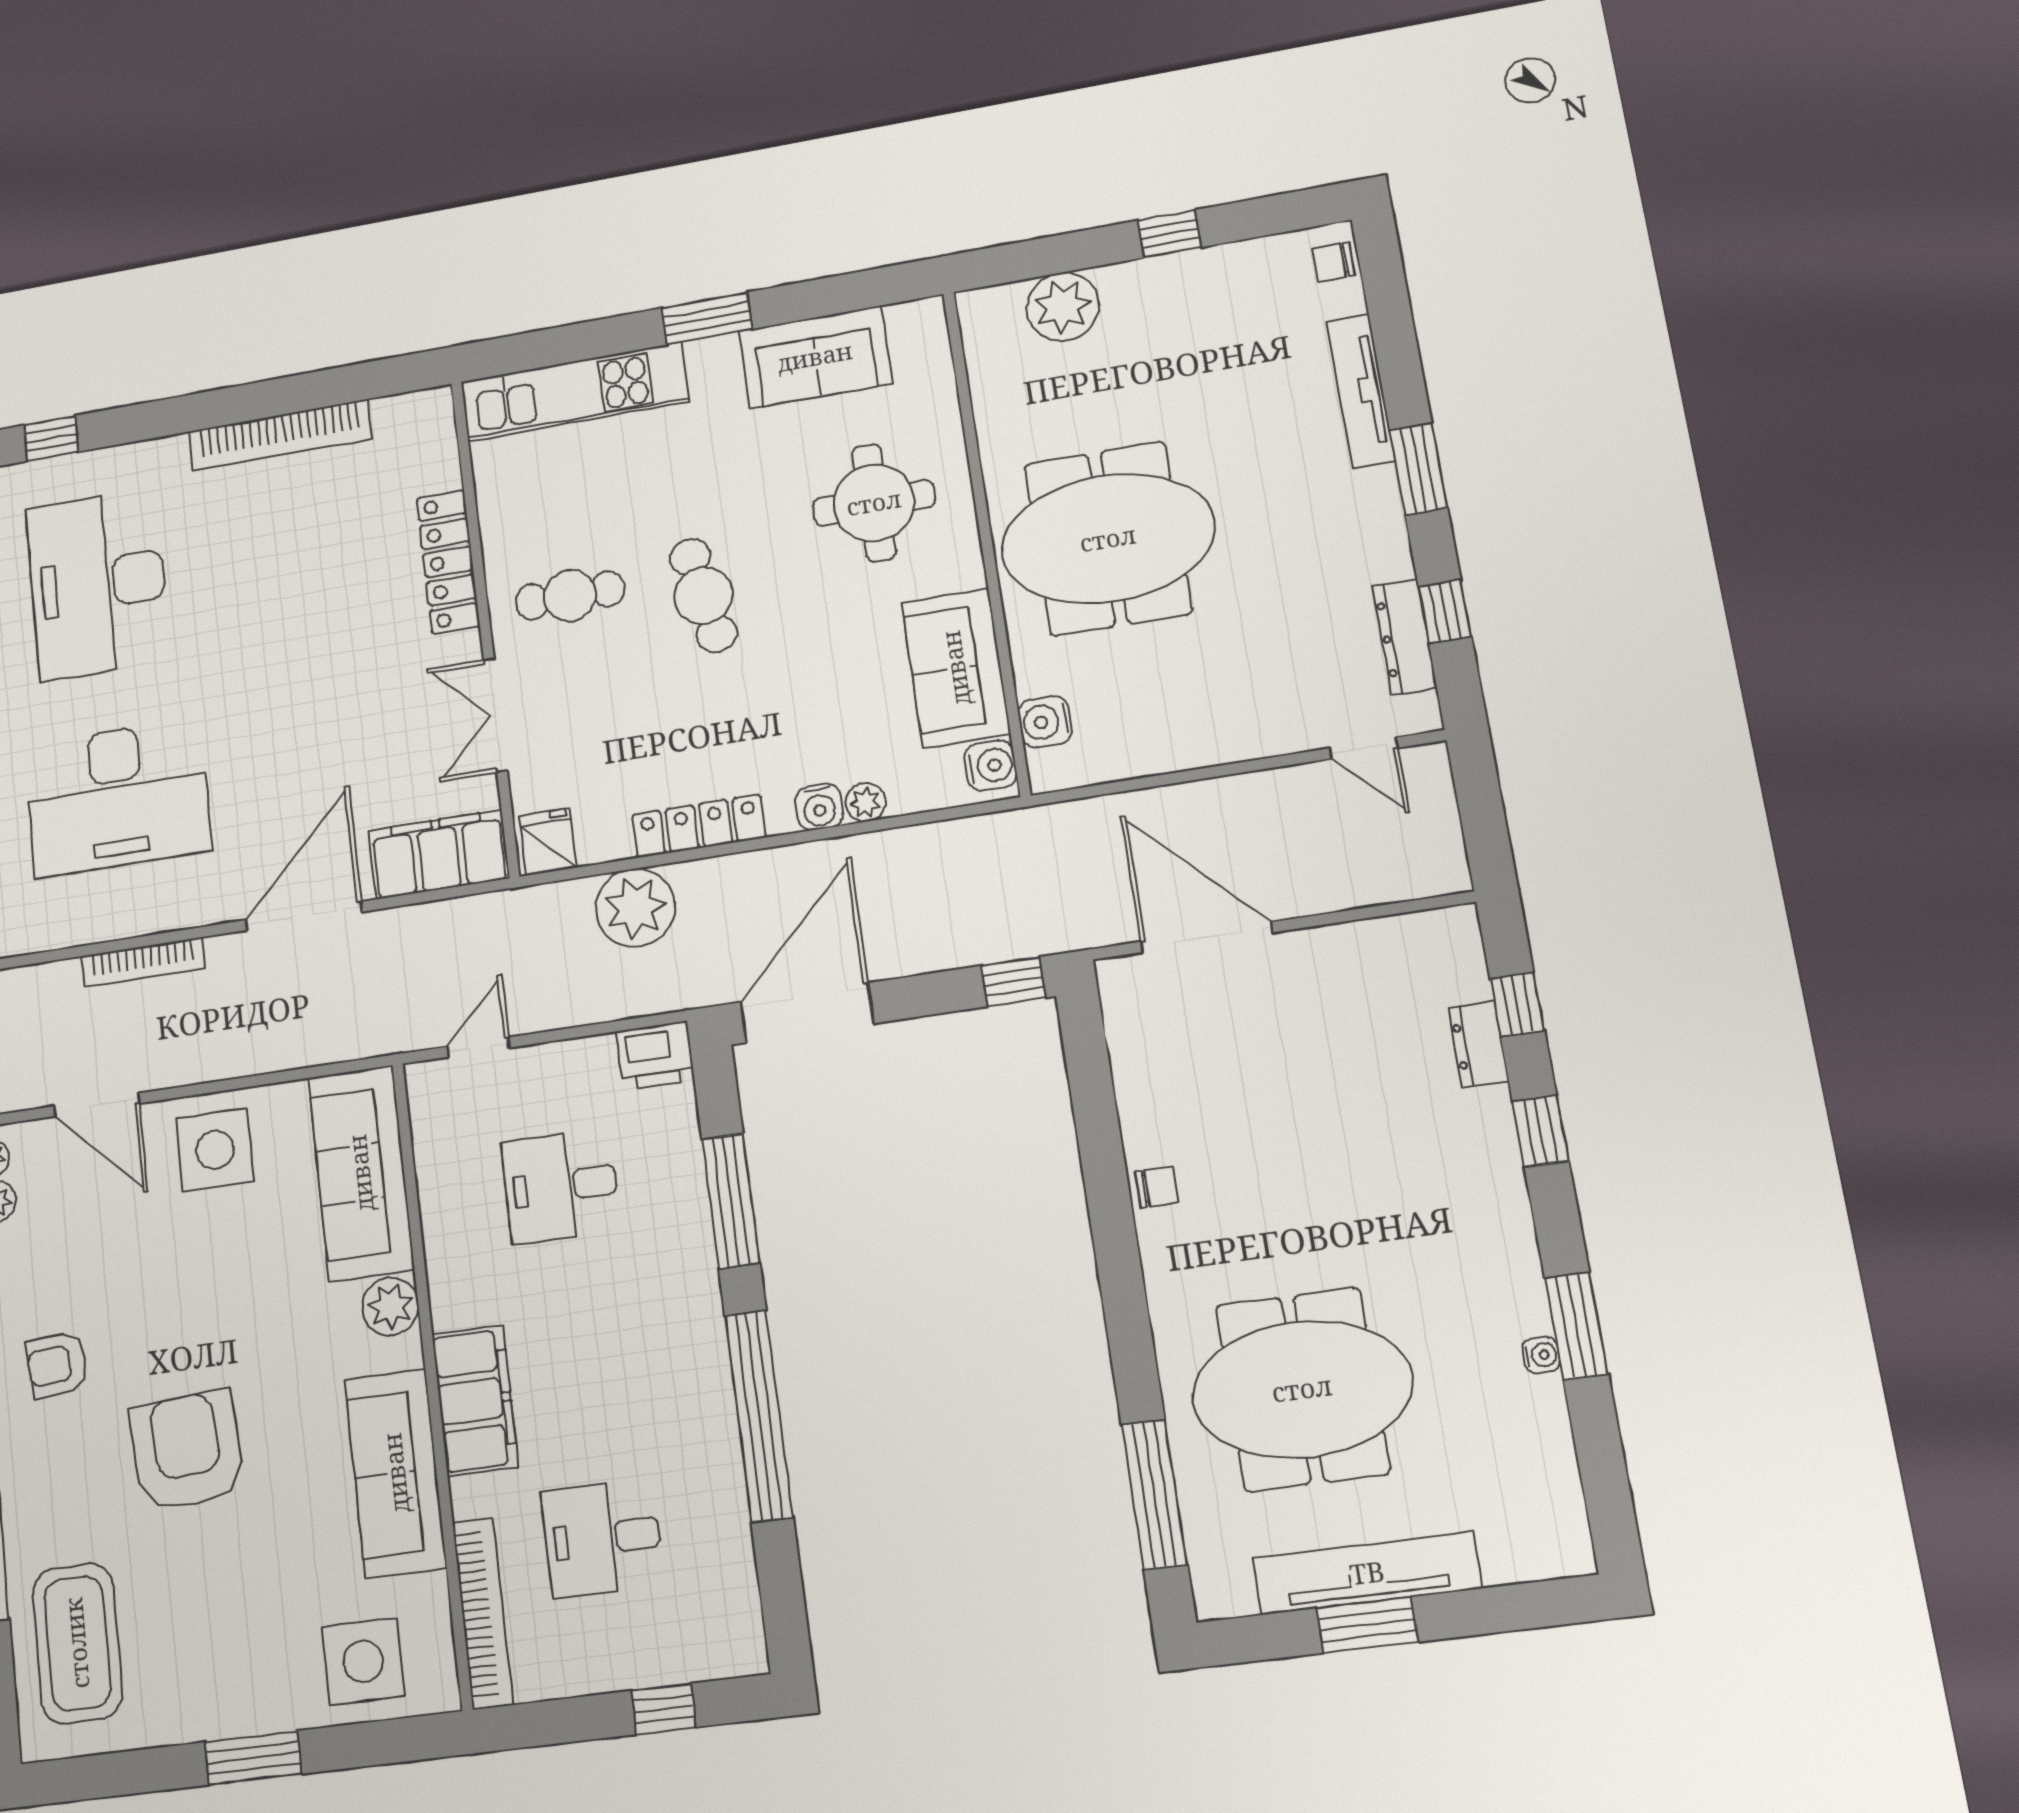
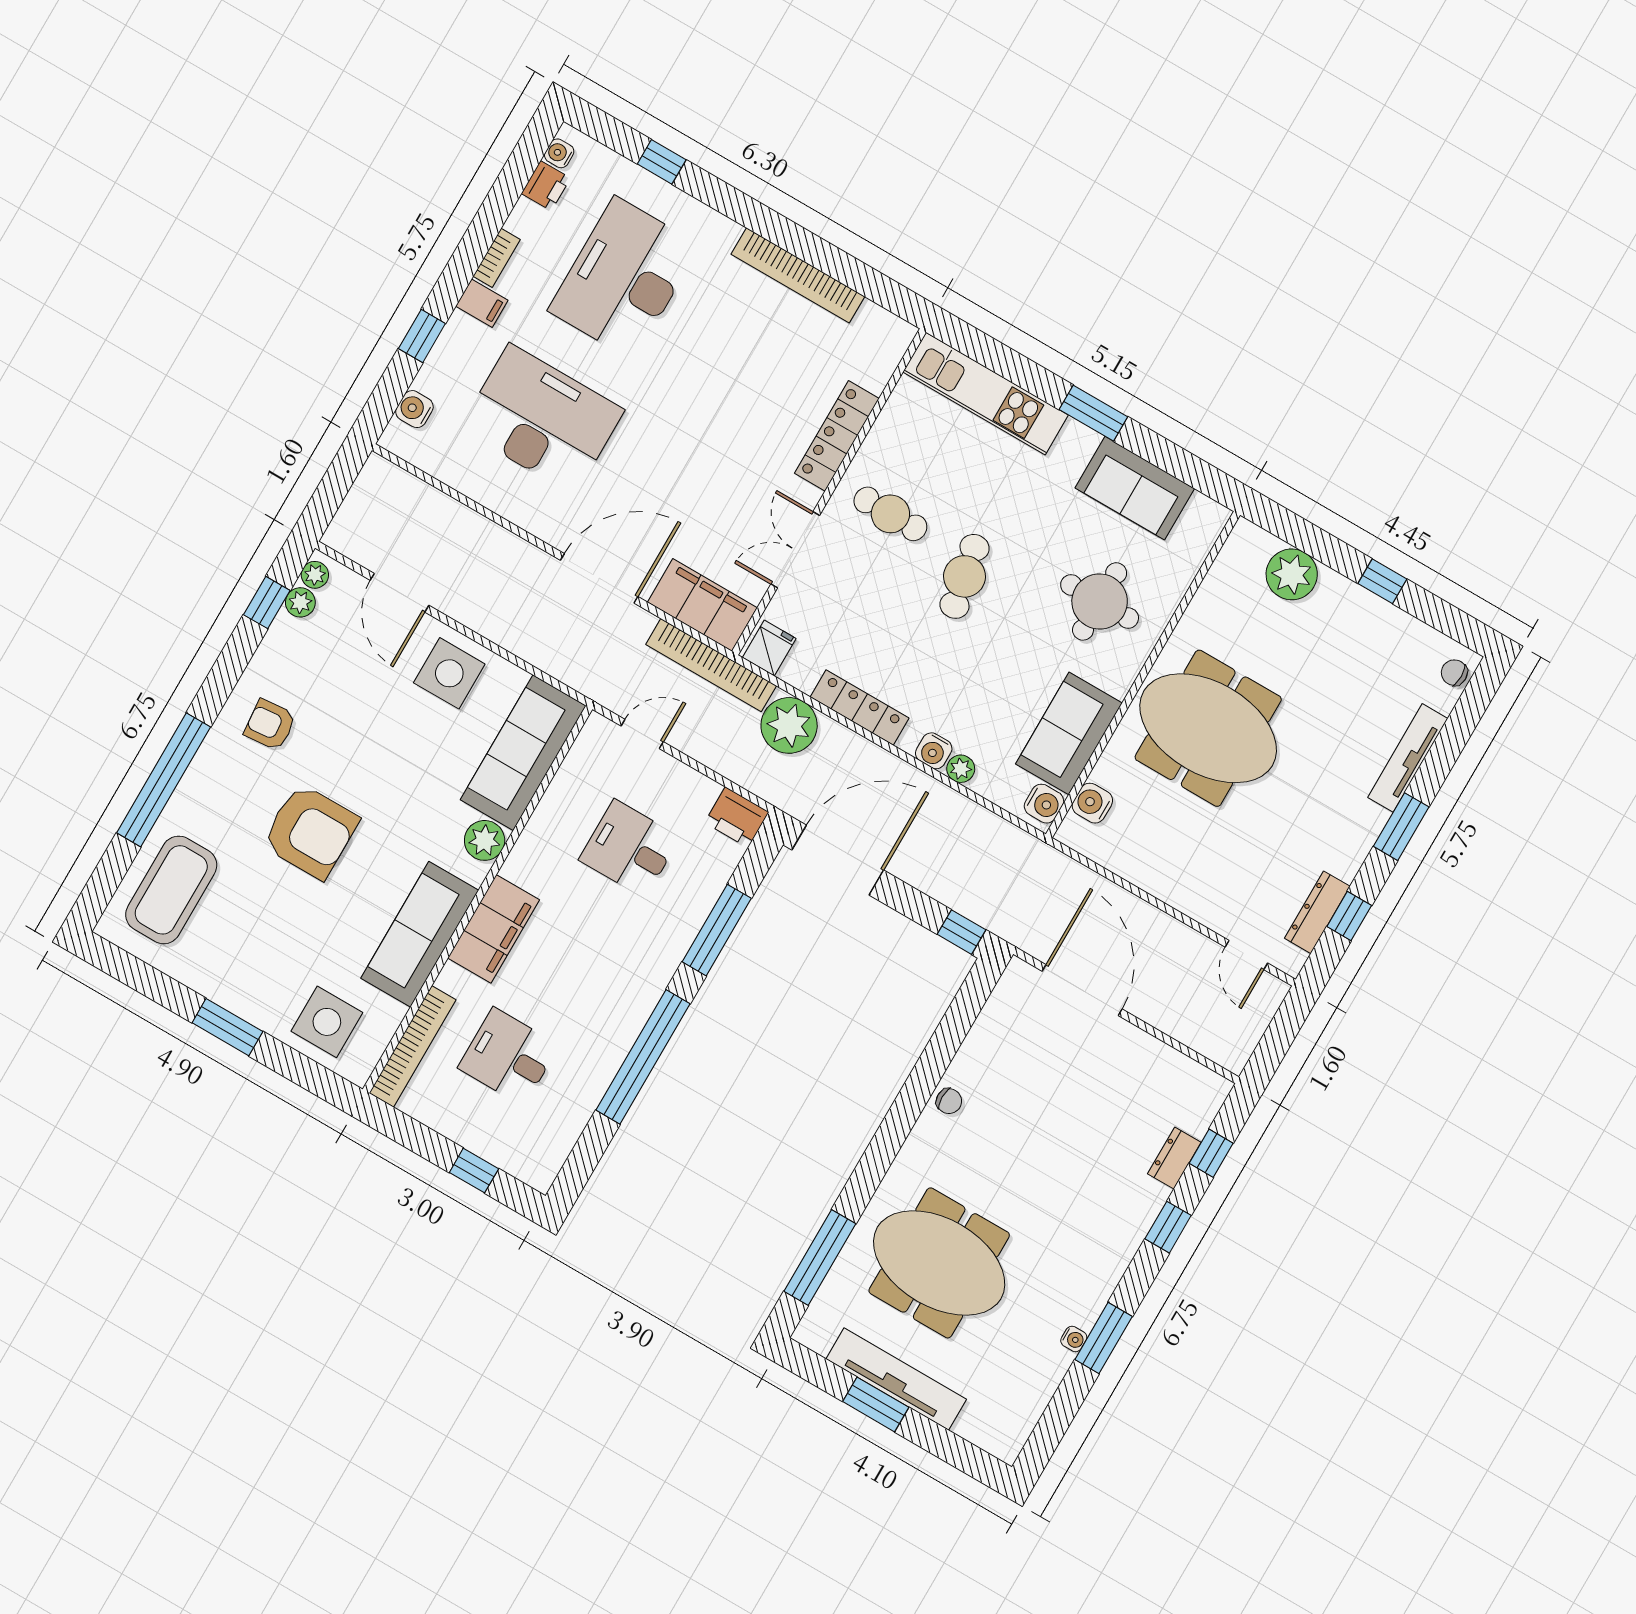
desk: (117, 798) -> (542, 419), turned 180
bookcase: (143, 962) -> (711, 665), moved, width x1.48, depth x1.31
armchair: (187, 1451) -> (310, 831), turned 94

